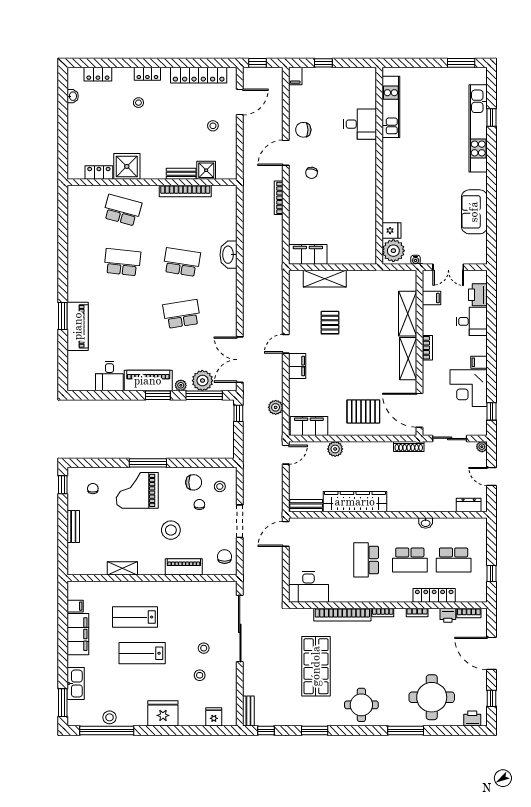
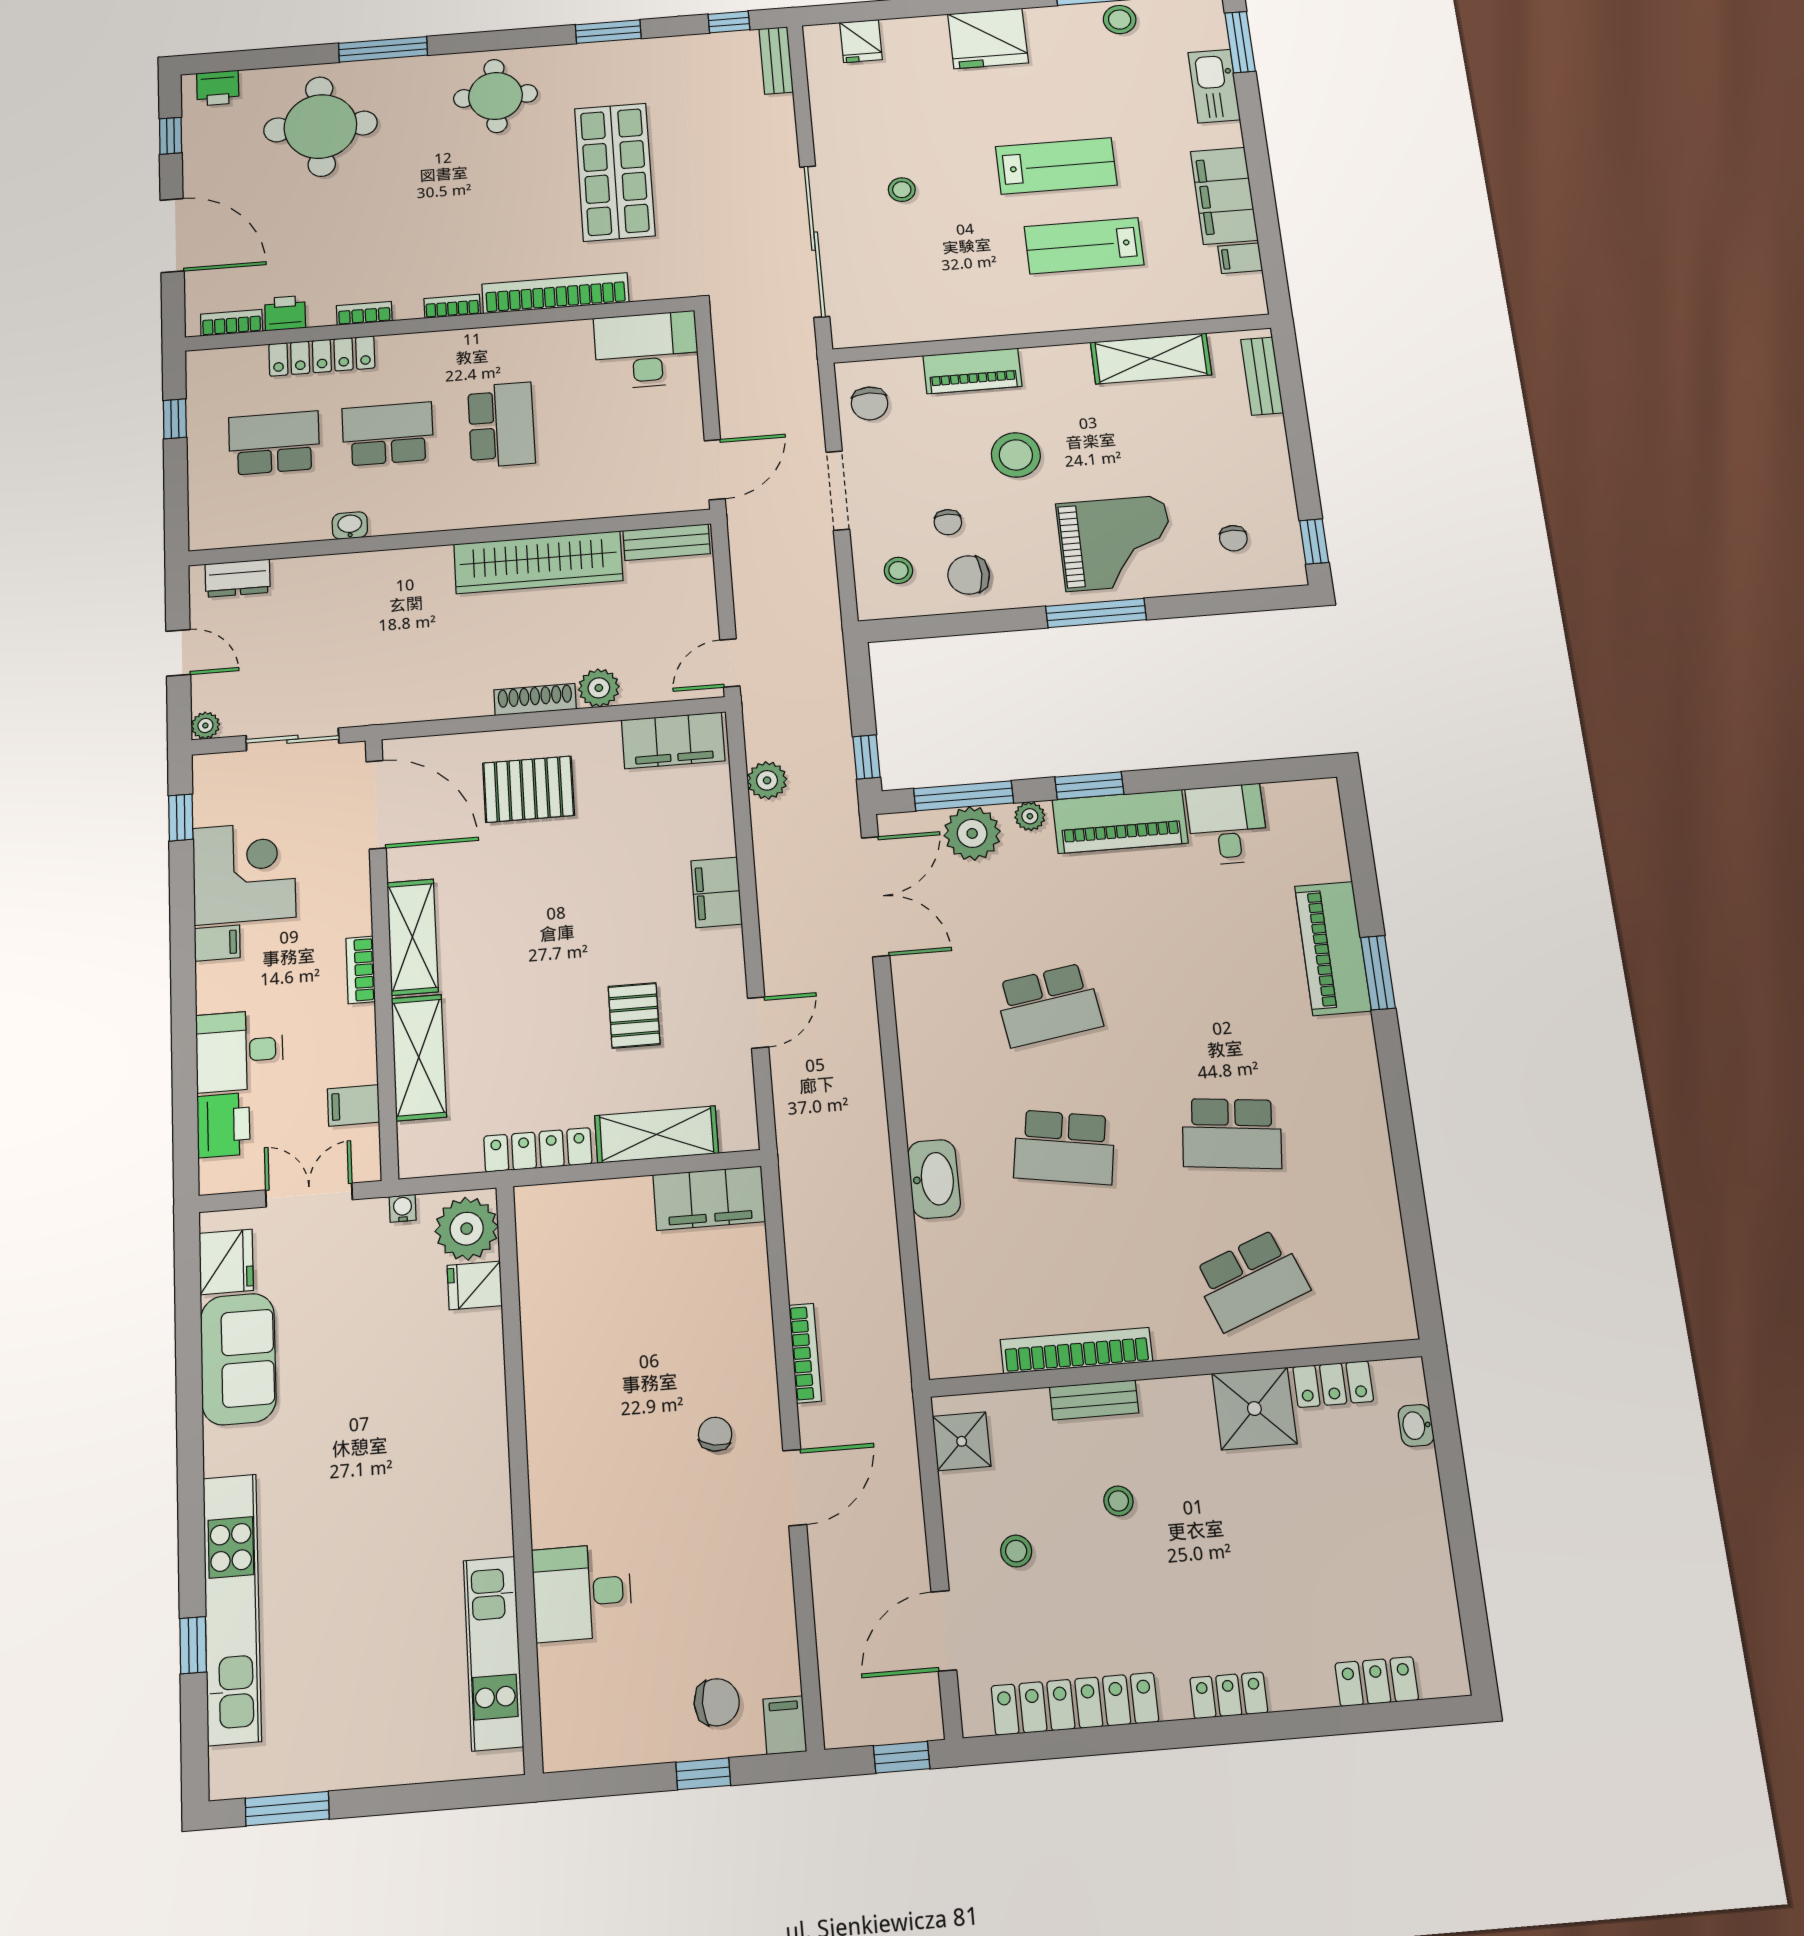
washbasin: (73, 96) -> (1416, 1425), moved
stool: (138, 103) -> (1118, 1501), moved
chair: (303, 130) -> (717, 1702), moved
shower: (206, 170) -> (962, 1441), moved
school desk: (122, 210) -> (1251, 1280), turned -36
fridge: (478, 246) -> (226, 1262), added
locker: (367, 277) -> (538, 1150), added
door: (286, 344) -> (758, 1023), moved
shoe rack: (409, 446) -> (535, 699), moved
bench: (73, 527) -> (1262, 376), moved
shelving: (122, 568) -> (1151, 358), width x1.50, depth x1.33
lab bench: (135, 617) -> (1084, 246), turned 180
stool: (200, 675) -> (906, 129), removed

